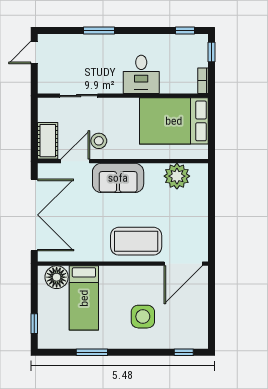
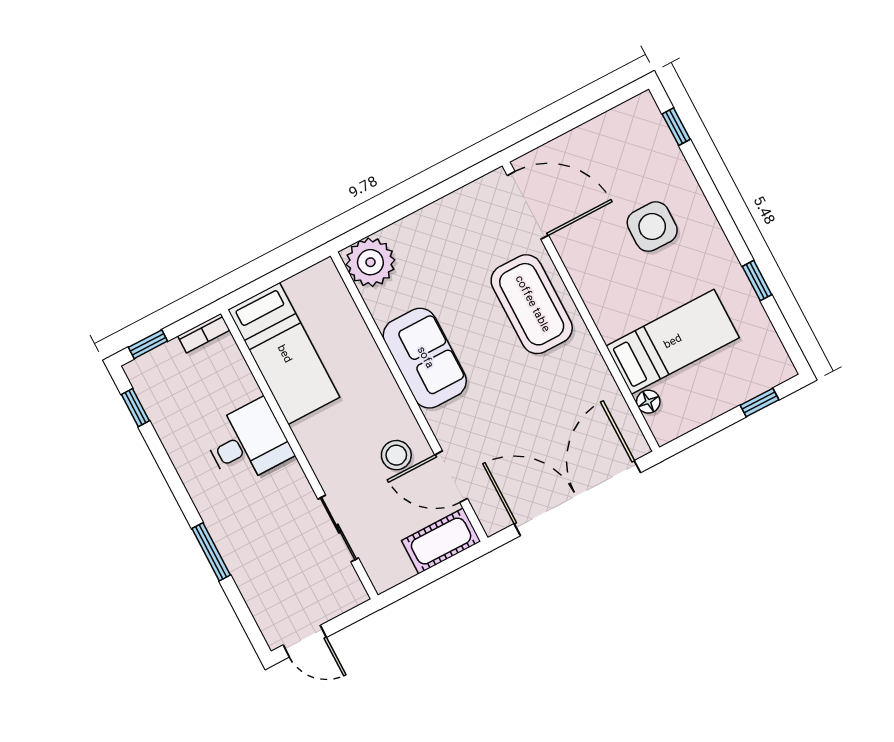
bed: (174, 121) -> (284, 354), width x0.67
plant: (177, 176) -> (370, 262), moved
sofa: (118, 178) -> (425, 358), moved
floor lamp: (57, 277) -> (648, 402), width x0.53, depth x0.53
window: (92, 352) -> (757, 281), width x0.67

